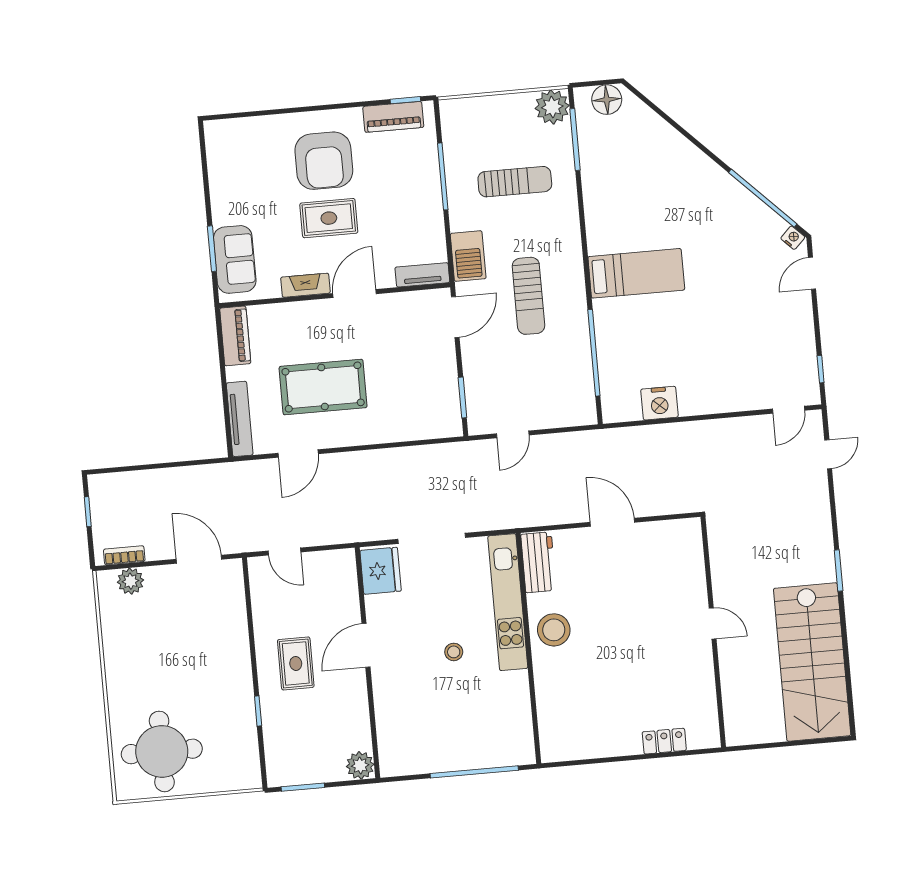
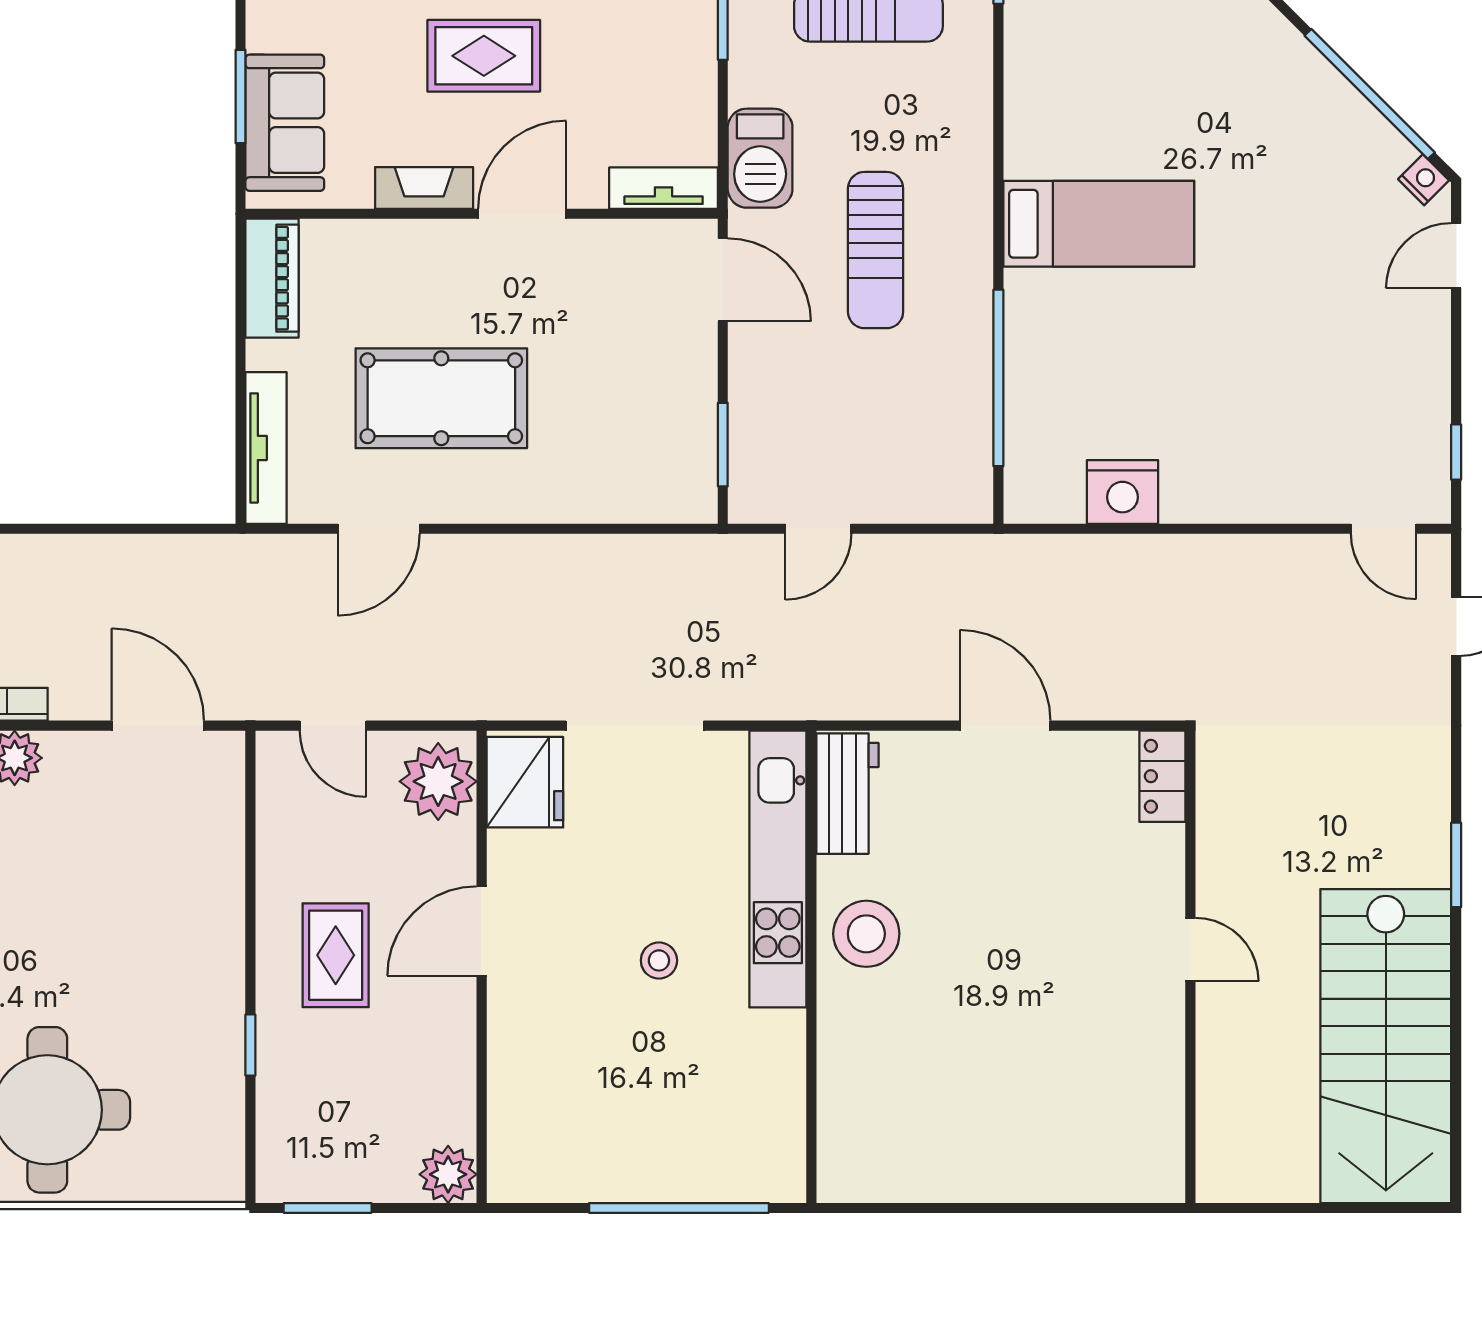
door: (455, 317) -> (723, 280), hinge flipped
door: (789, 410) -> (1384, 529), hinge flipped
plant: (338, 574) -> (438, 781), added
locker: (664, 741) -> (1162, 776), moved, turned -90

